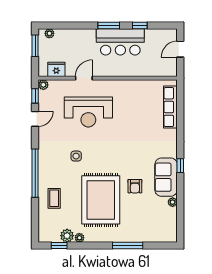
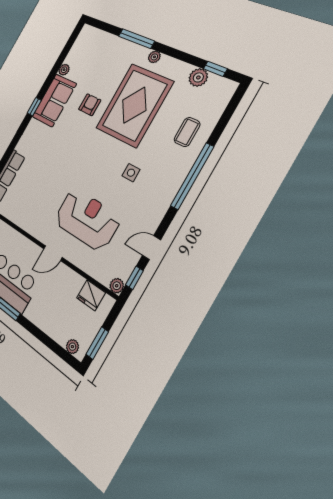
door: (84, 78) -> (53, 253), moved
plant: (79, 238) -> (154, 57), moved

